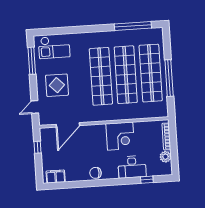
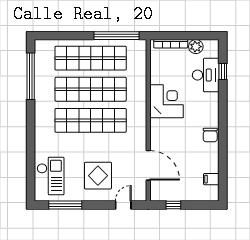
window: (169, 78) -> (116, 36), moved
door: (35, 107) -> (123, 205), swing flipped
desk: (132, 167) -> (206, 75), moved
filing cabinet: (56, 176) -> (211, 179), width x0.50

